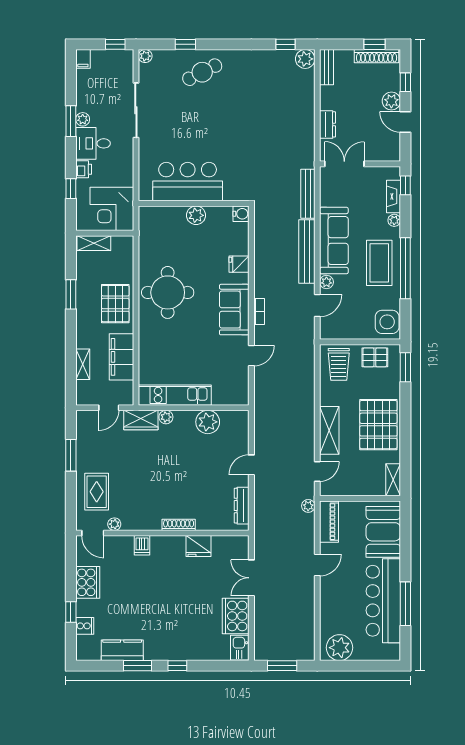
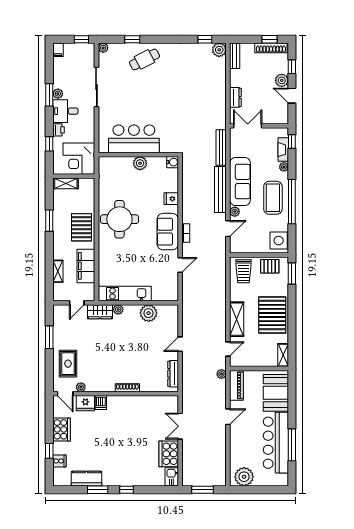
fridge: (198, 546) -> (85, 403), moved

